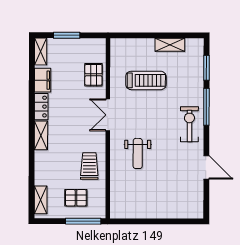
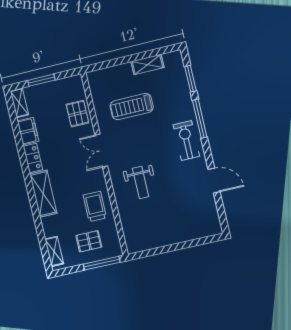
treadmill: (146, 80) -> (132, 107), turned 180
shelving: (41, 135) -> (43, 194), width x1.50, depth x1.33

